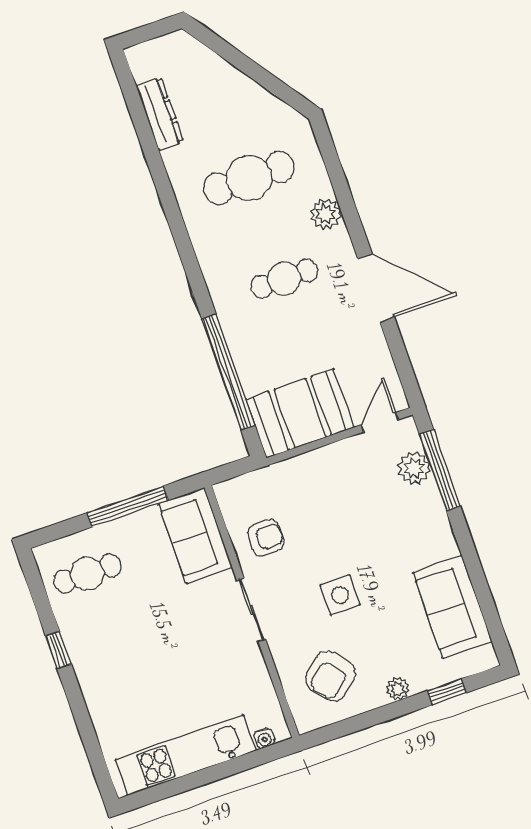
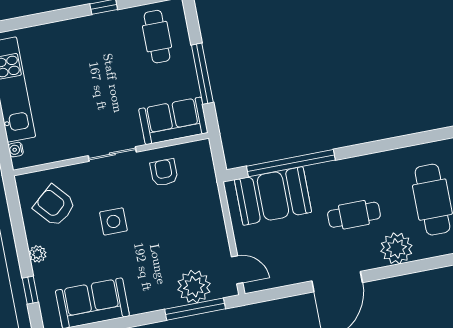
plant: (326, 214) -> (396, 248), width x1.36, depth x1.36
cafe table: (284, 279) -> (354, 215), turned 90
booth: (300, 413) -> (273, 196), moved, turned 90
plant: (414, 468) -> (194, 287), width x1.36, depth x1.36
armchair: (266, 538) -> (164, 172), turned 180

